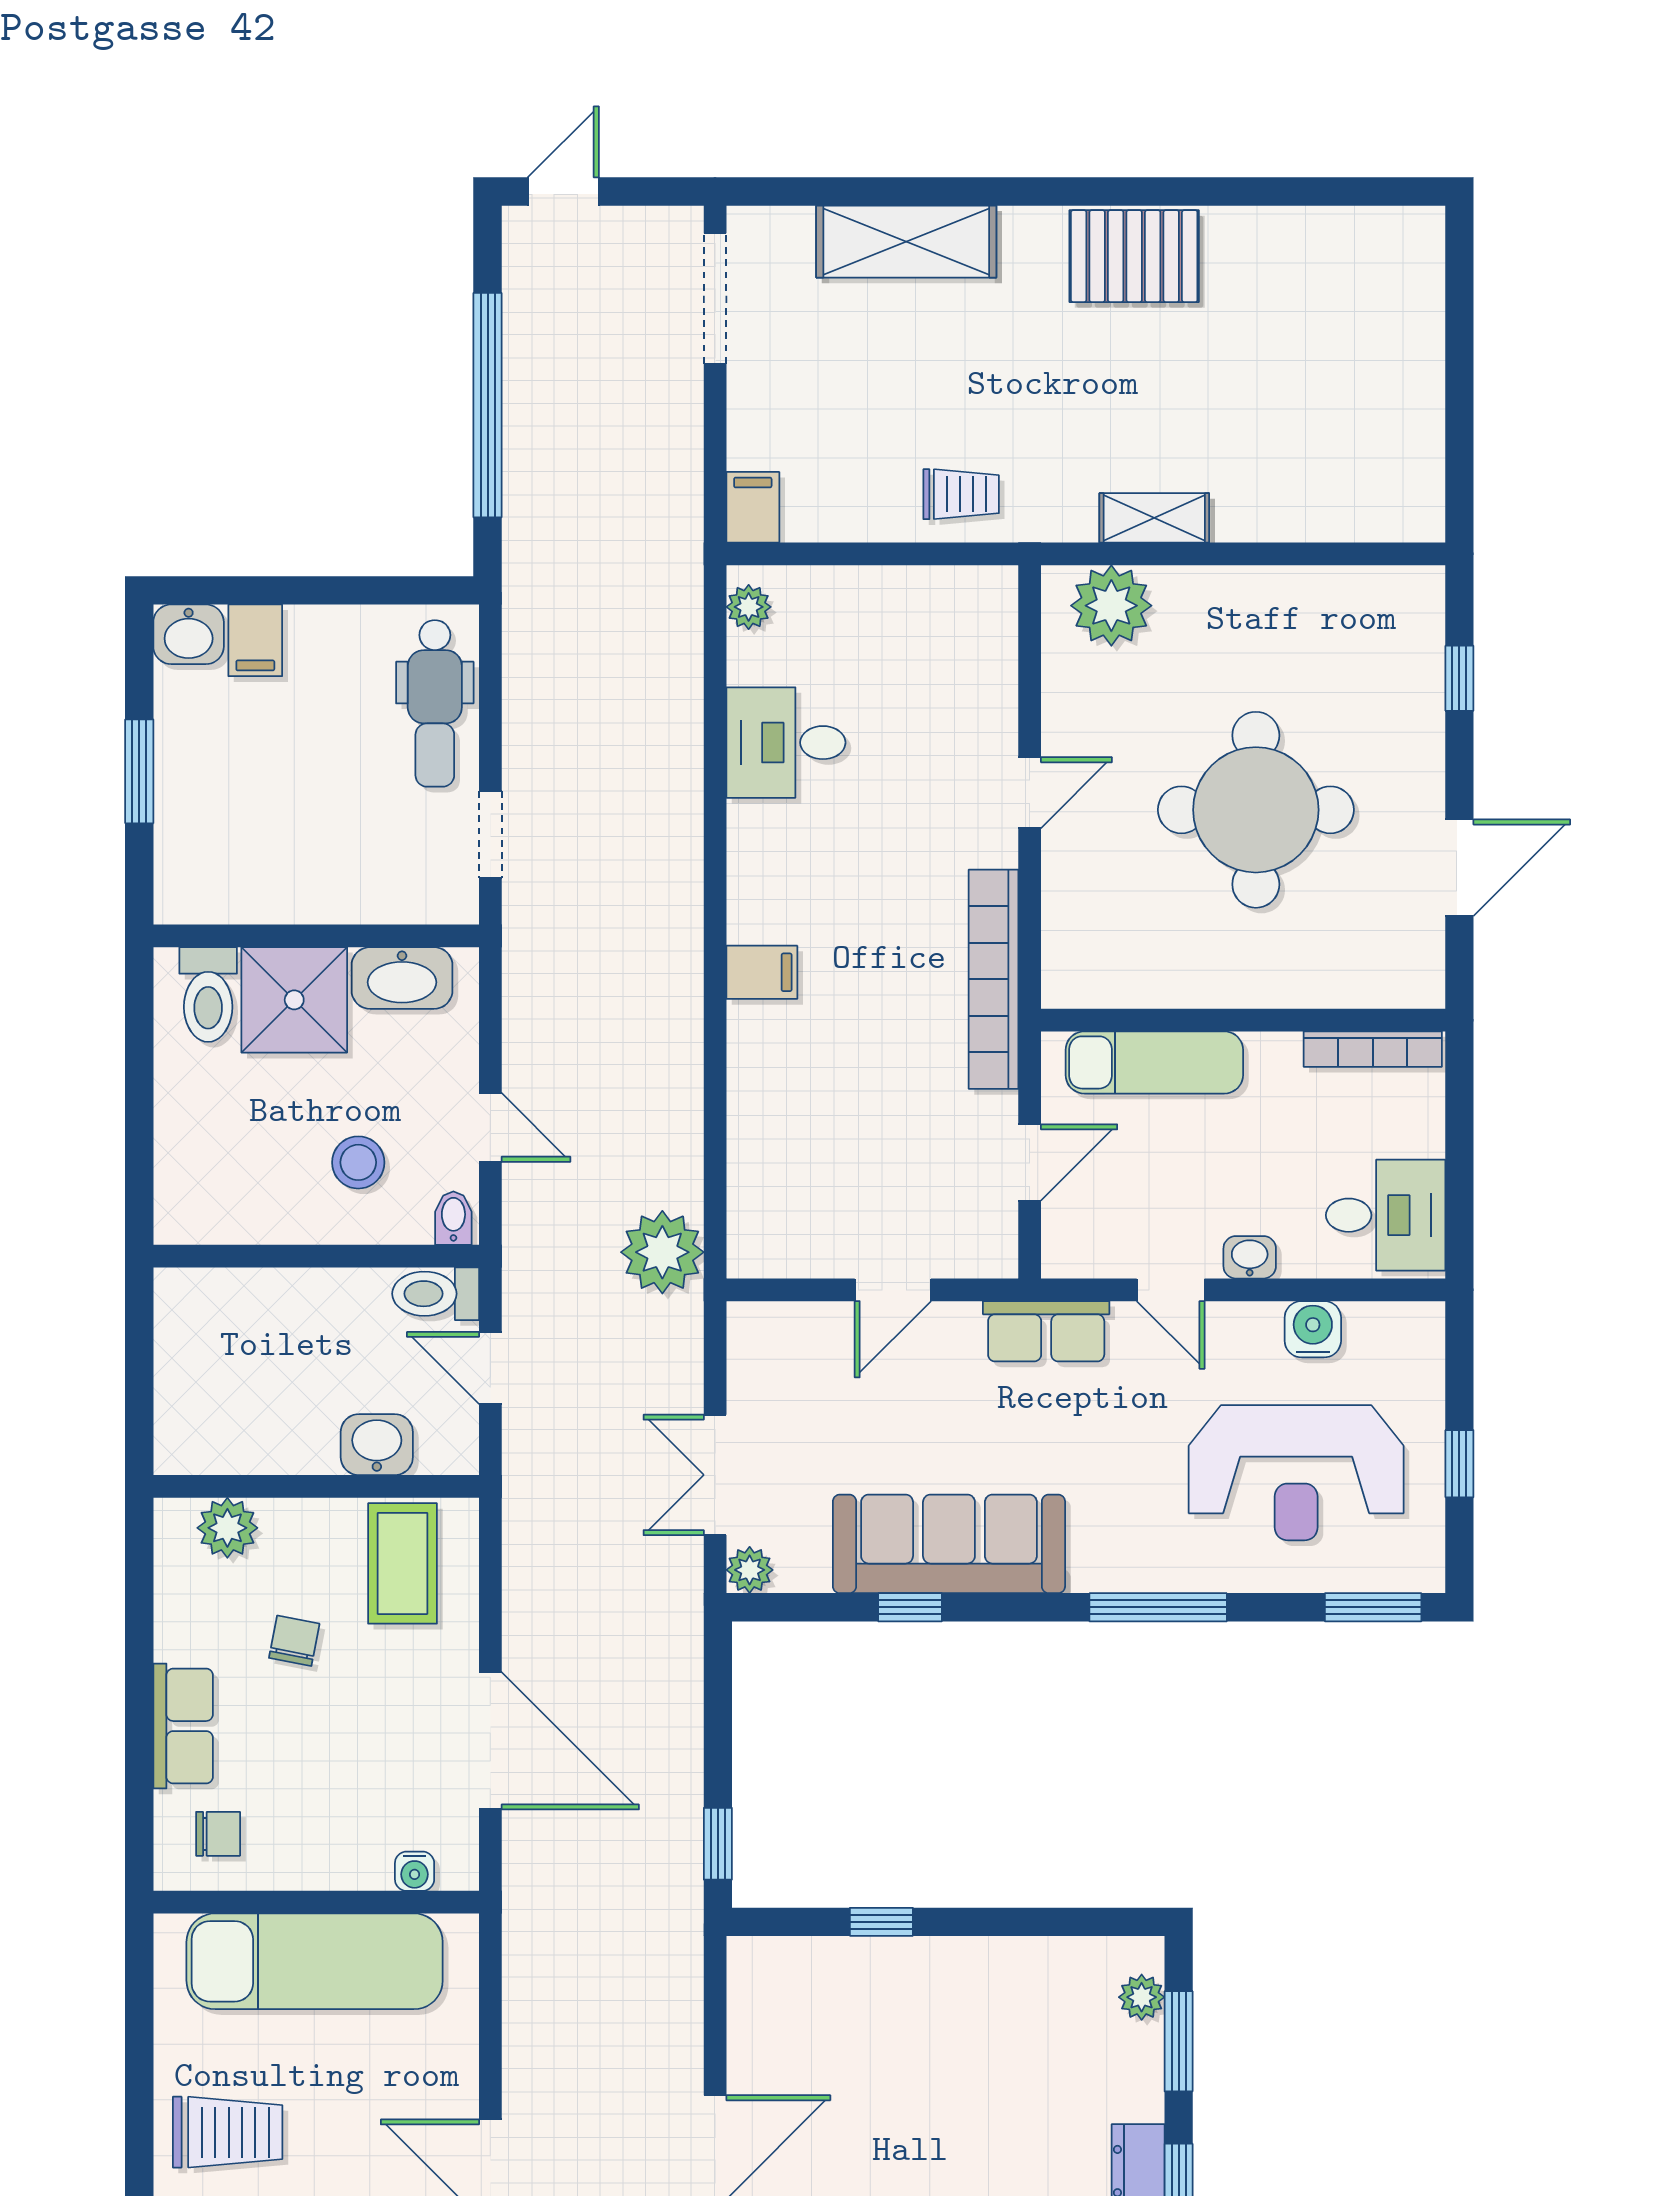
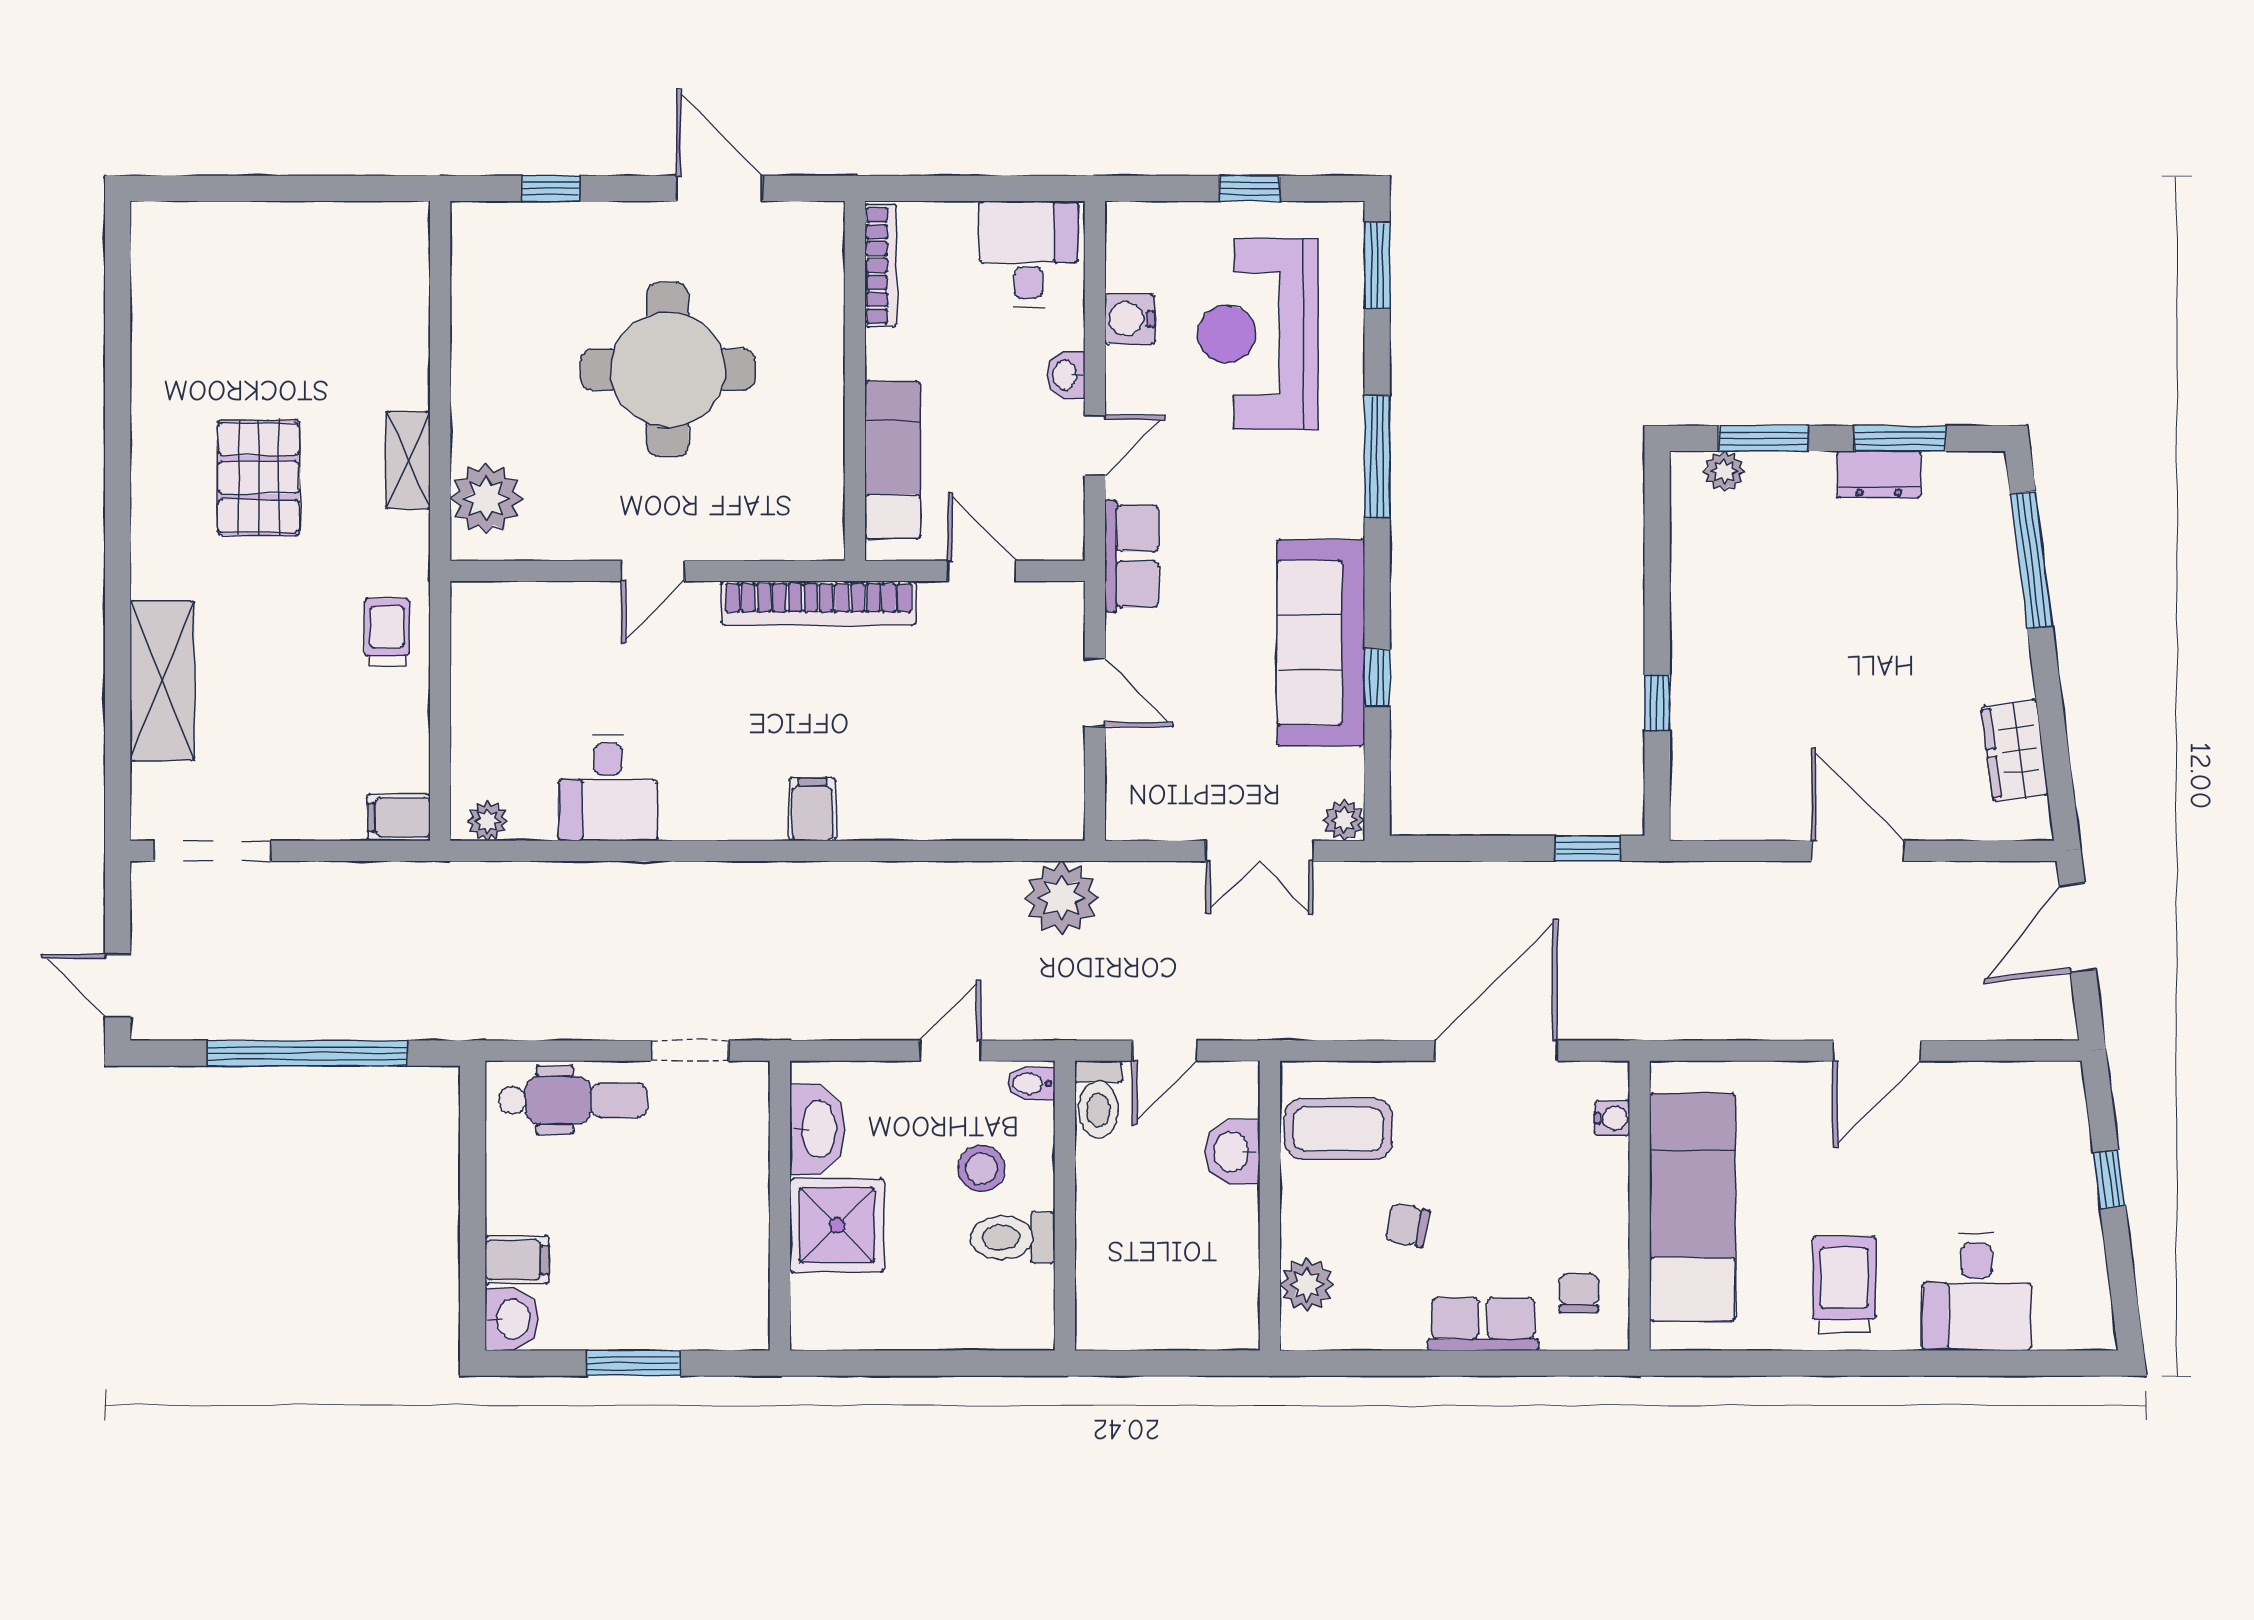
pallet: (1134, 256) -> (259, 477), moved
door: (1030, 793) -> (653, 571), swing flipped
toilet: (208, 995) -> (1013, 1238), moved, turned 180
reception desk: (1296, 1473) -> (1258, 334), turned 180

